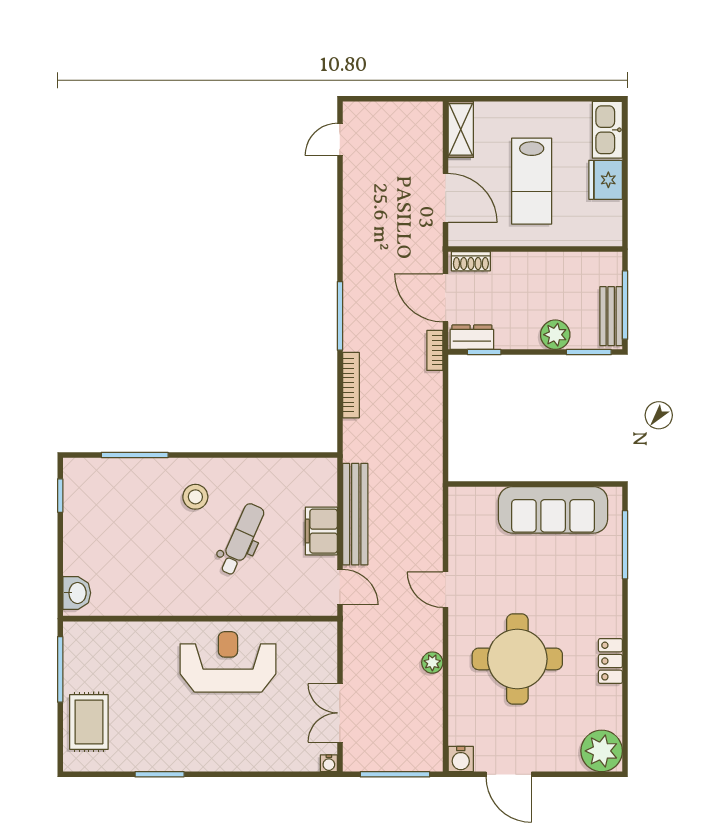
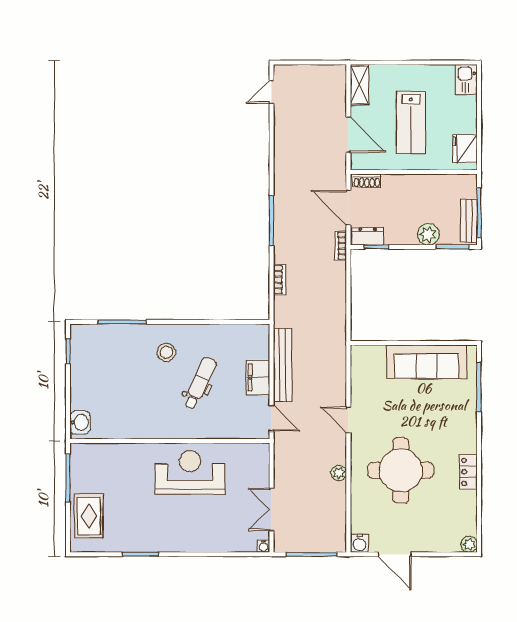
kitchen sink: (607, 130) -> (466, 80), width x0.73
fridge: (606, 180) -> (465, 149), moved
bookcase: (351, 385) -> (280, 280), width x0.64
plant: (602, 751) -> (469, 544), width x0.53, depth x0.53

